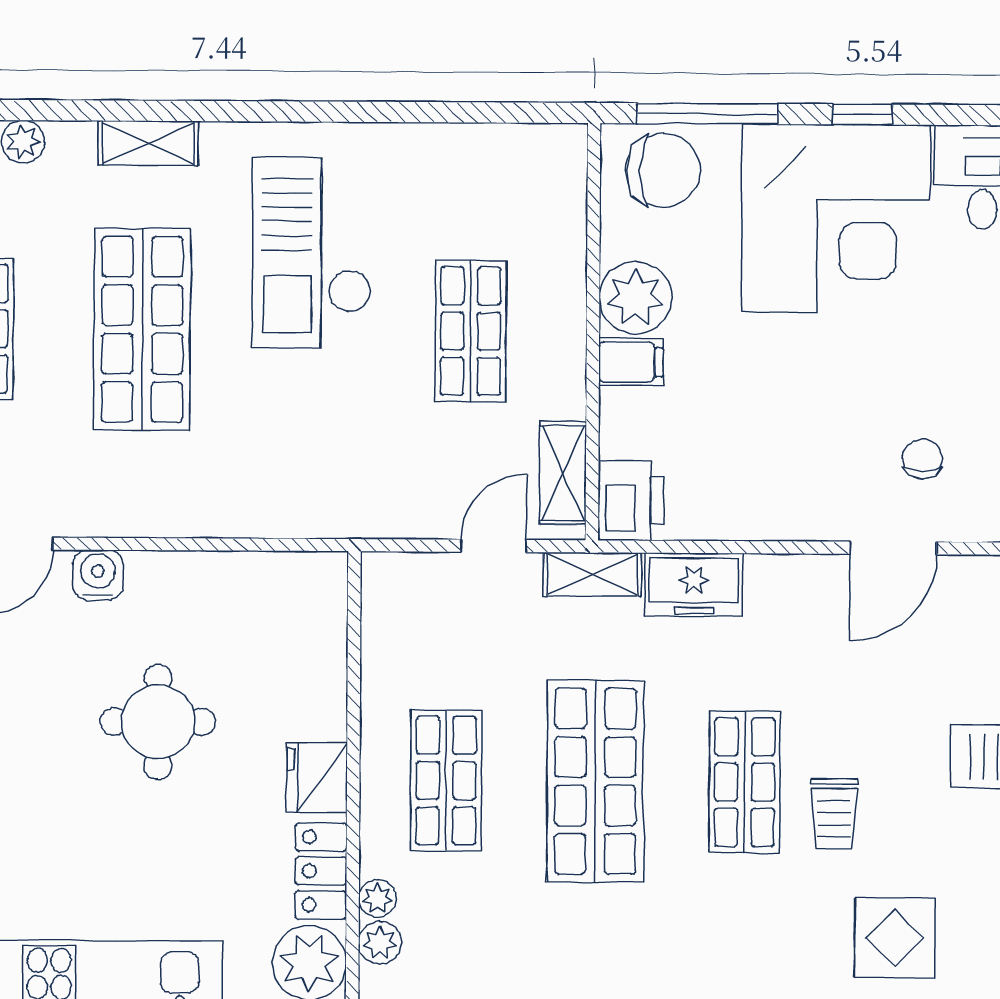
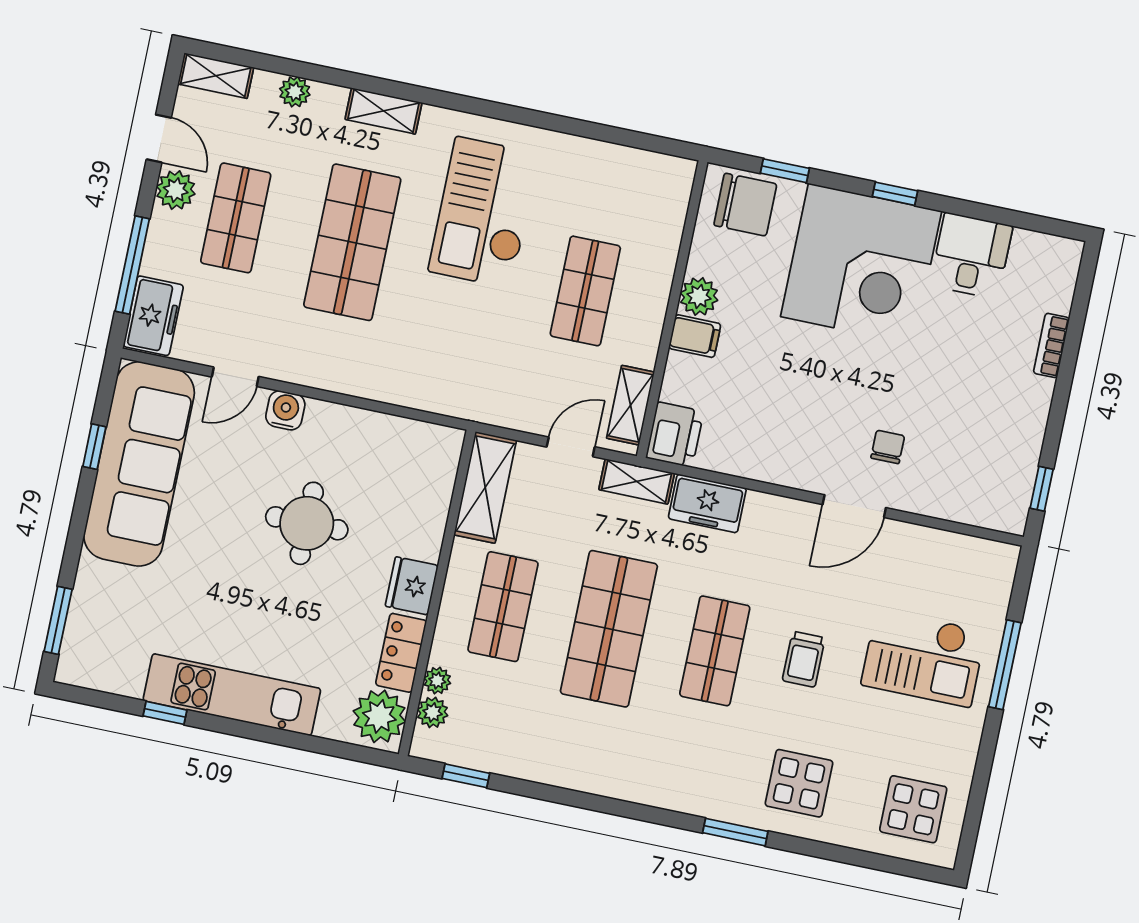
window: (707, 114) -> (785, 171), width x0.46
plant: (635, 298) -> (699, 296), width x0.73, depth x0.73
shelving: (389, 624) -> (485, 487), added
trolley: (834, 814) -> (804, 659), moved

